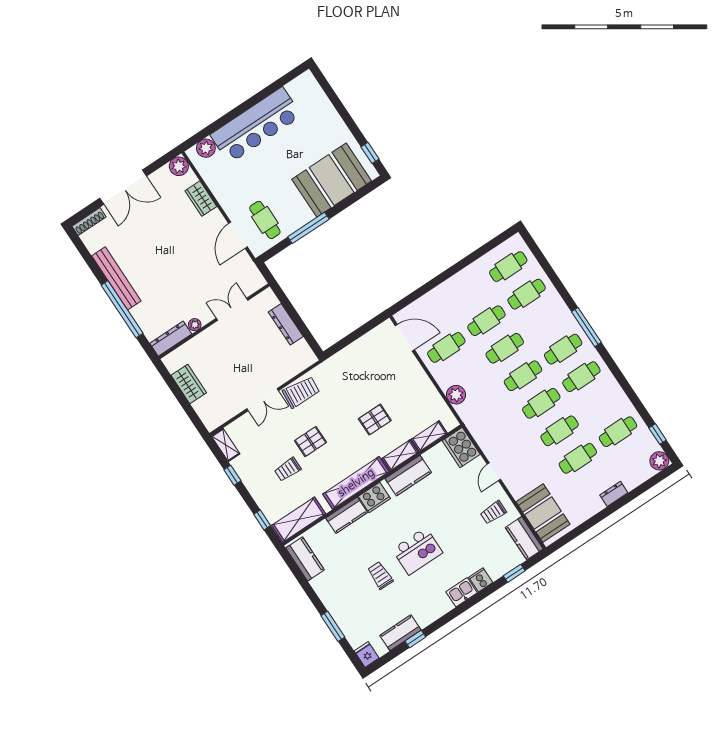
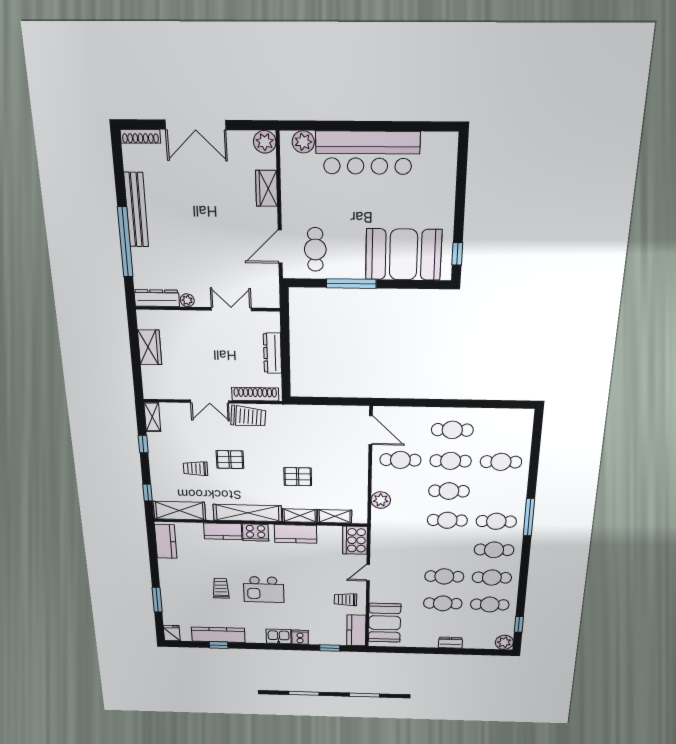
cafe table: (508, 267) -> (452, 430), moved
shoe rack: (294, 368) -> (255, 394), added
cafe table: (541, 403) -> (492, 578), moved
kitchen counter: (400, 633) -> (218, 635), width x1.50

